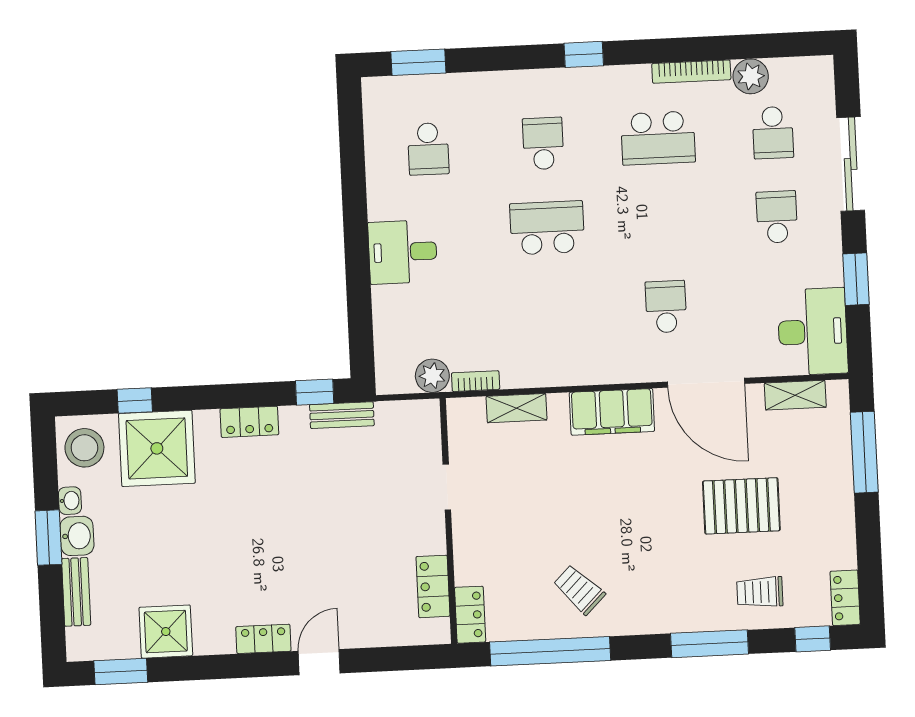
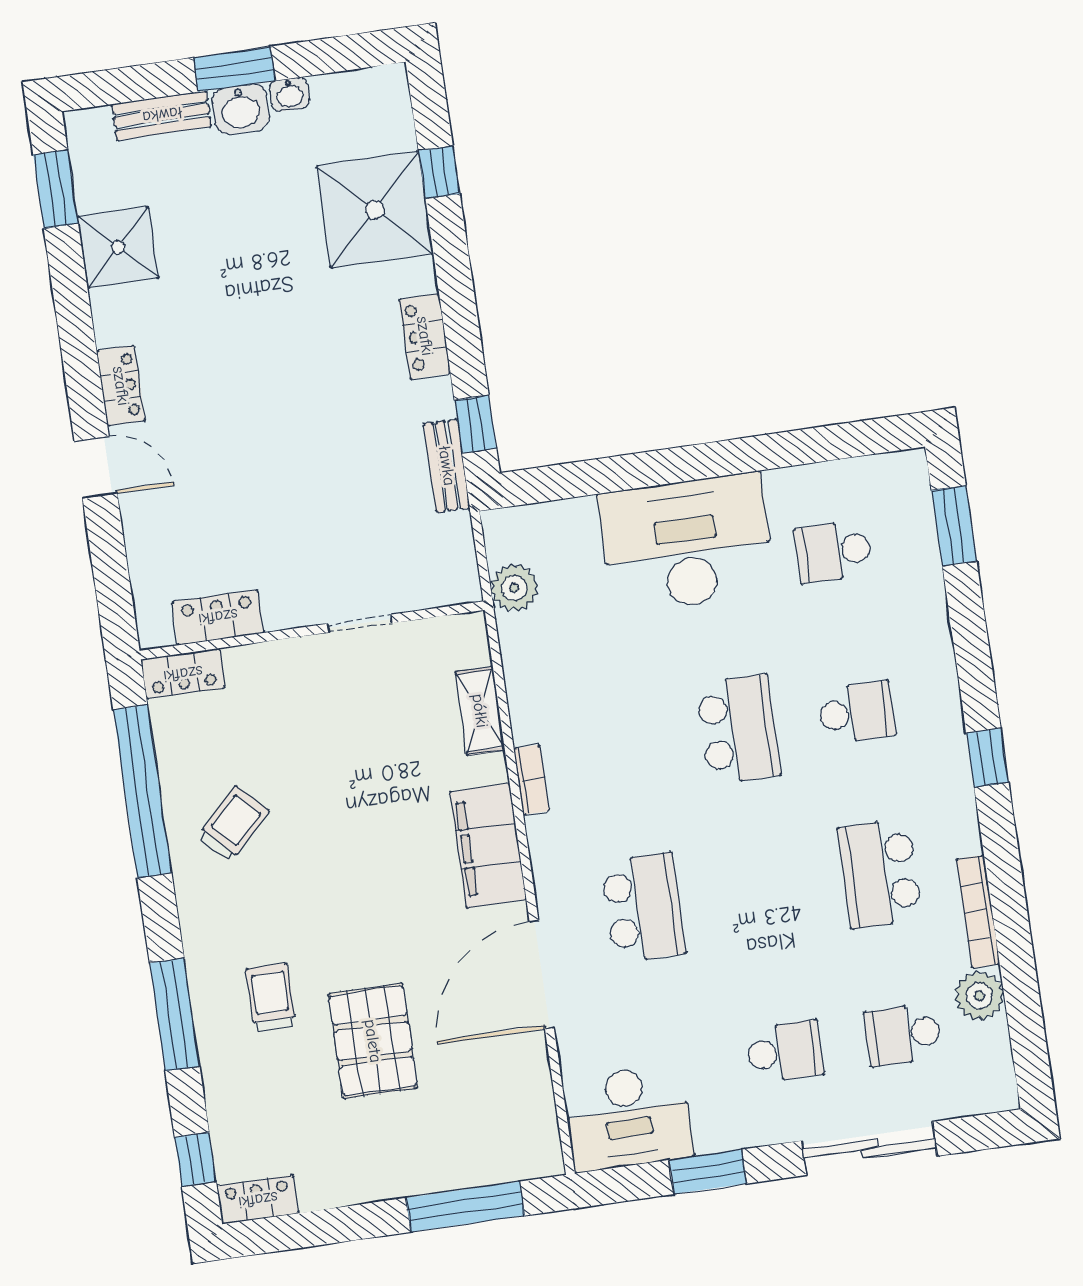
desk: (403, 252) -> (687, 543), width x1.87, depth x1.30
school desk: (666, 307) -> (643, 908), width x1.85
bookcase: (476, 381) -> (532, 780), moved
shelving: (795, 395) -> (536, 1102), removed
stool: (84, 448) -> (366, 108), removed
trolley: (760, 592) -> (271, 997), moved

